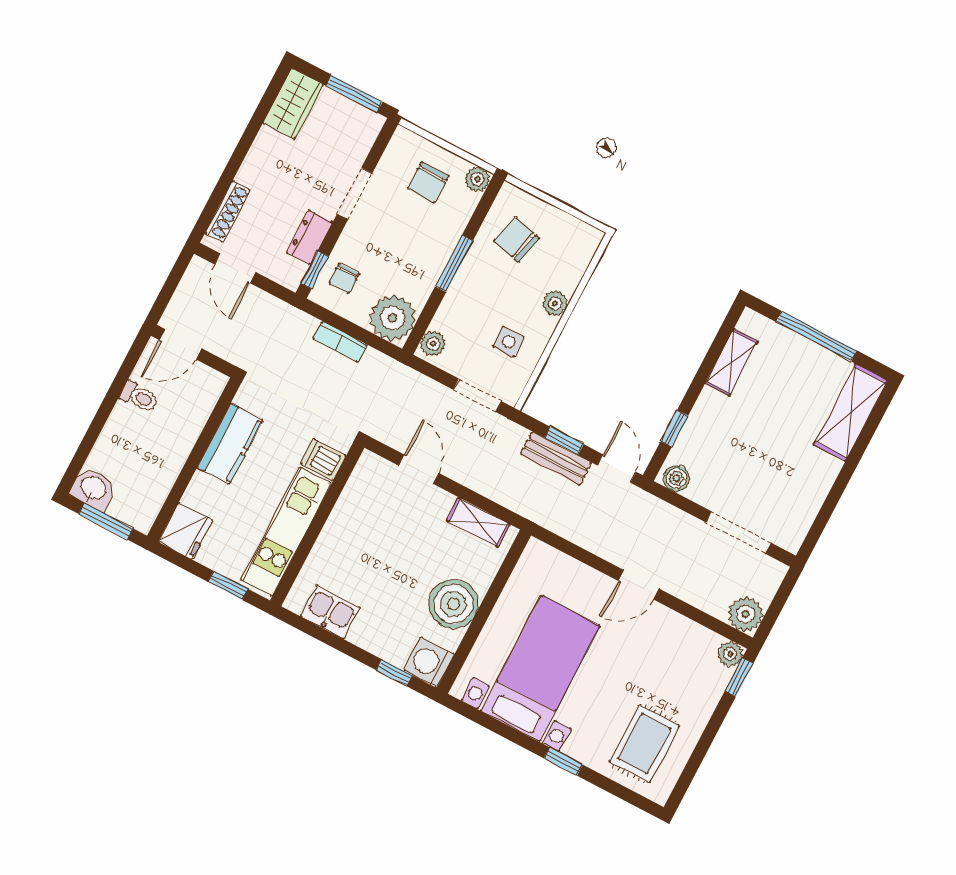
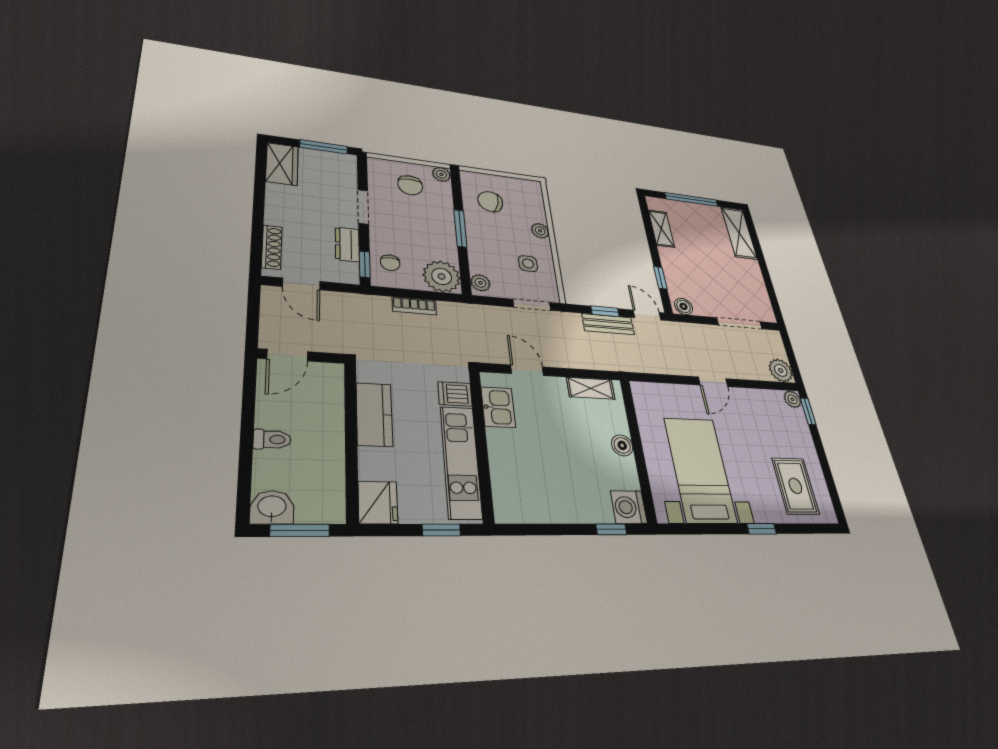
toilet: (139, 397) -> (272, 439), moved
boiler: (453, 604) -> (622, 445), width x0.54, depth x0.54
kitchen sink: (330, 612) -> (498, 407), moved, turned 90

